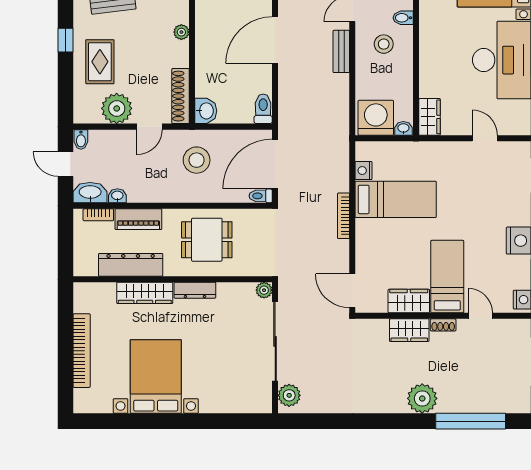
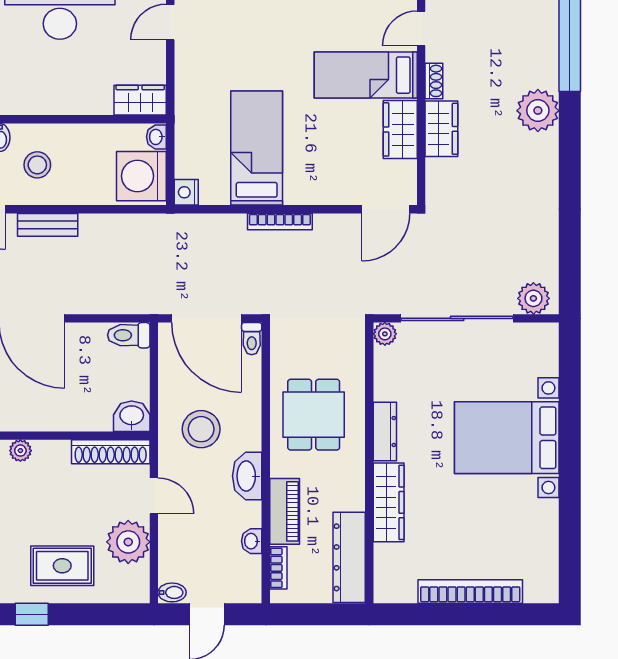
nightstand: (364, 171) -> (186, 192), moved, turned 90
washbasin: (90, 193) -> (247, 476), moved
dresser: (131, 265) -> (349, 557), moved
bed with nightstands: (156, 376) -> (507, 438), moved

